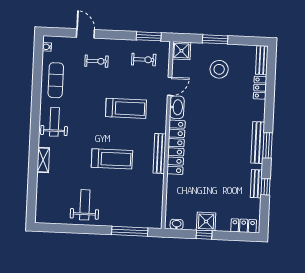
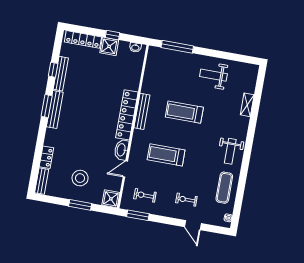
shelving: (43, 160) -> (247, 105), moved
bench: (256, 184) -> (61, 74), width x1.36
weight bench: (85, 205) -> (213, 75), turned 90
locker: (244, 226) -> (83, 39), width x1.53

